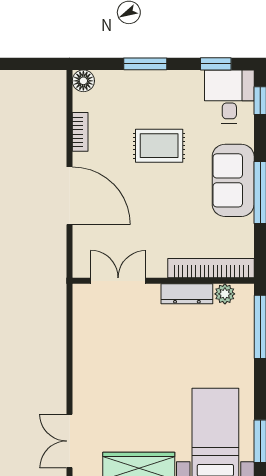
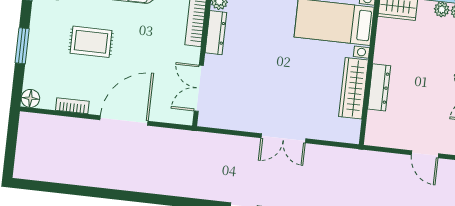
rug: (159, 146) -> (91, 42), turned 90
double door: (70, 441) -> (283, 138), moved

